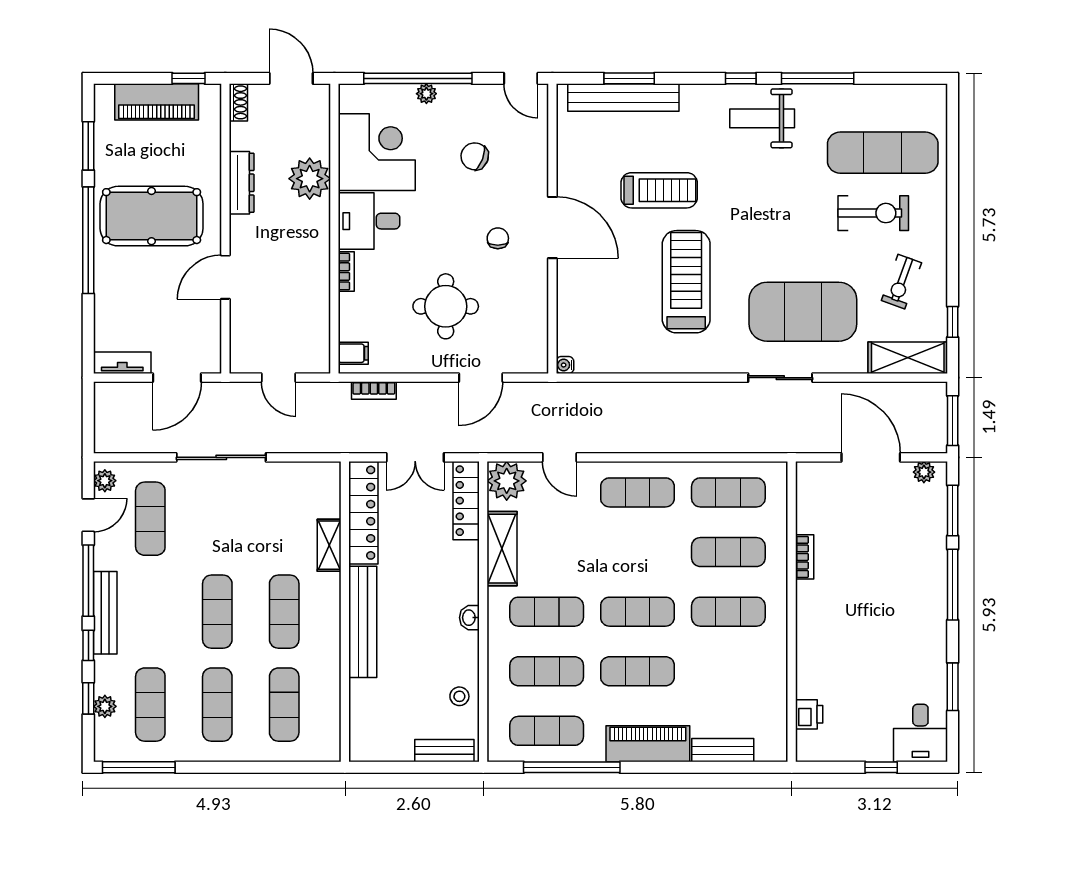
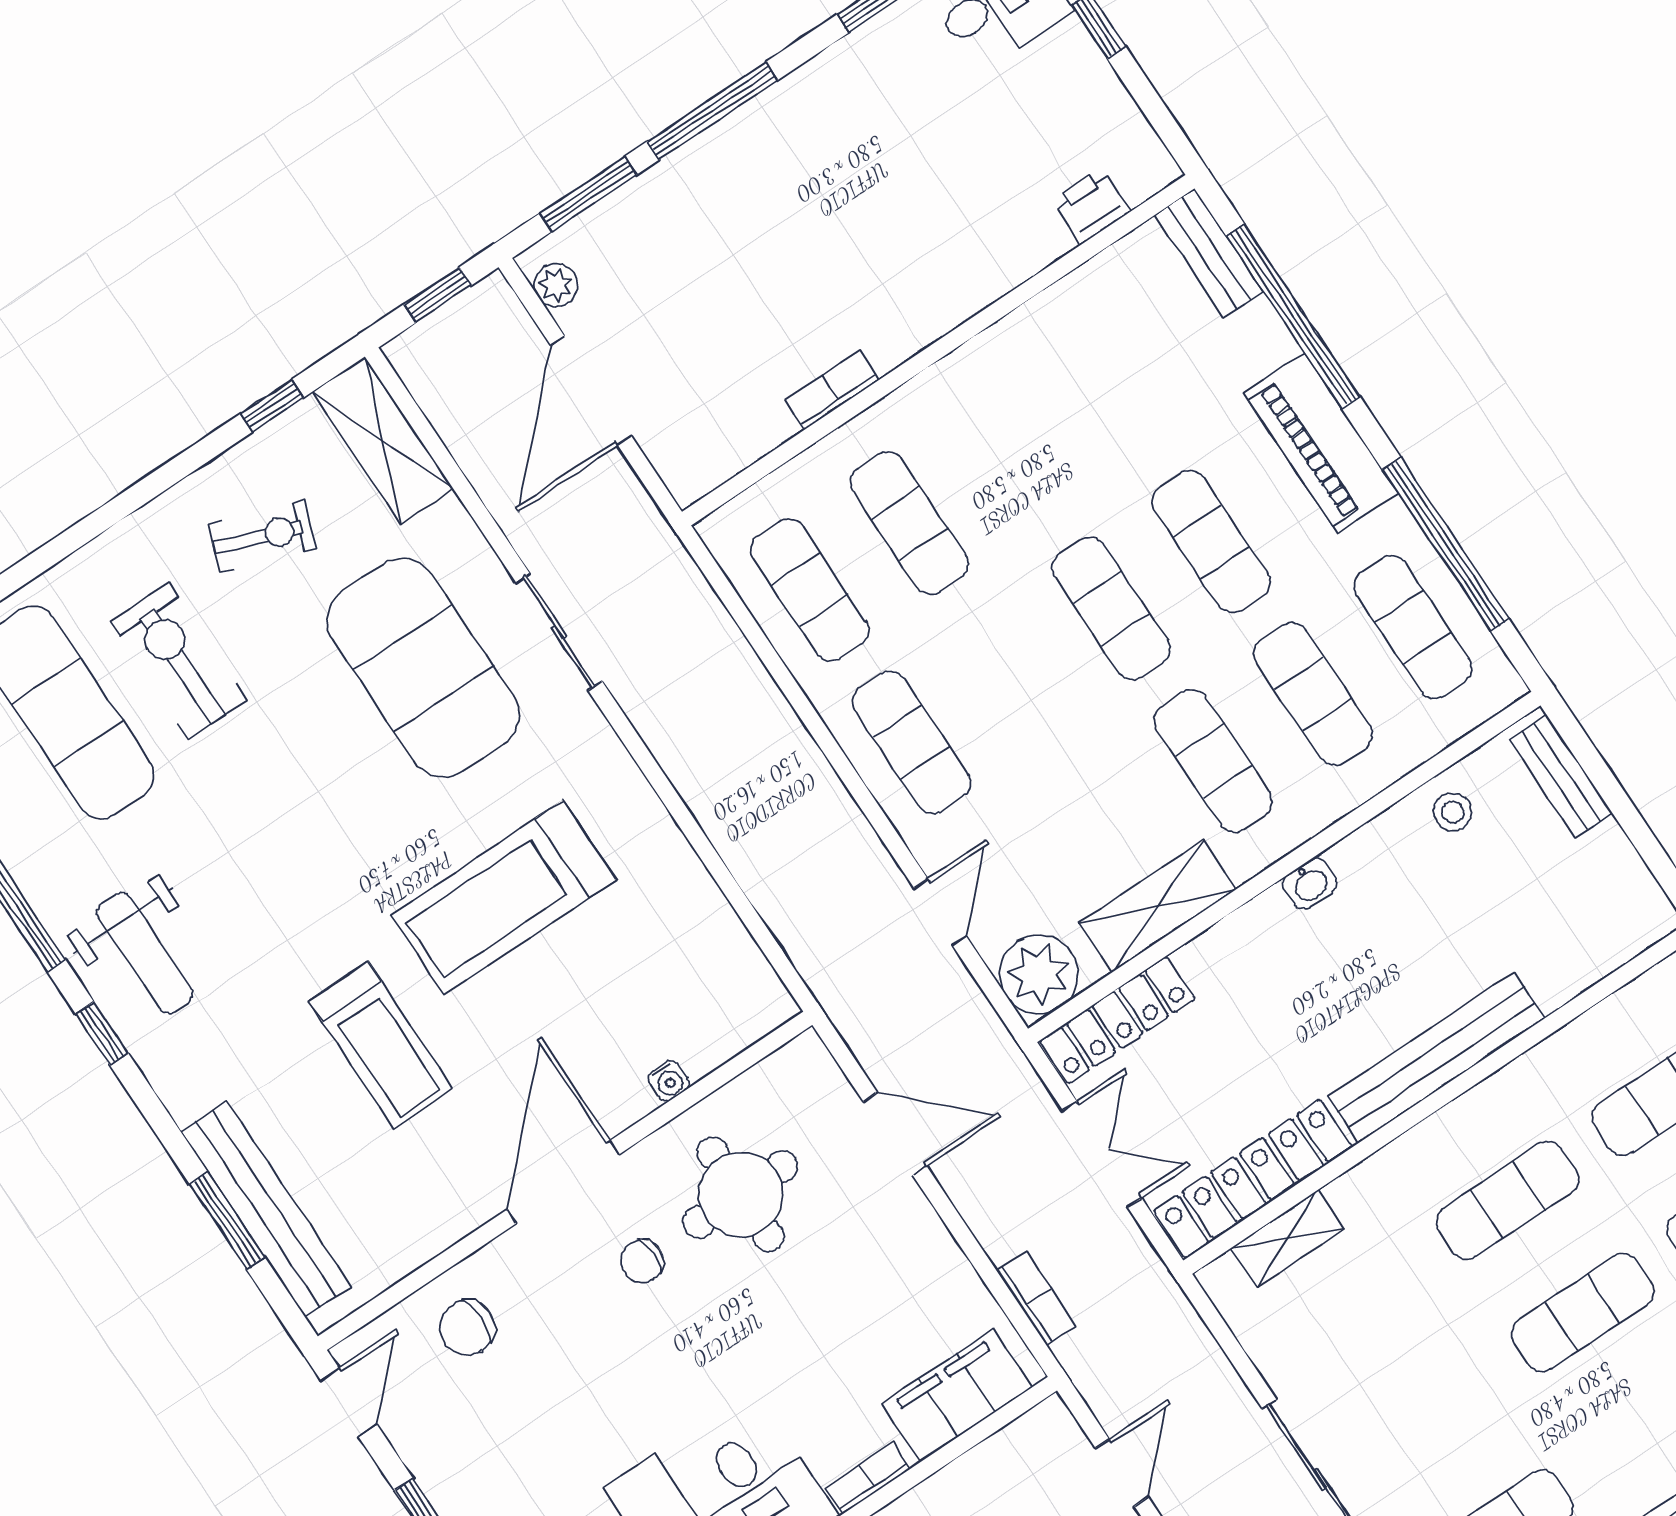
chair: (475, 156) -> (467, 1328), moved, turned 69
treadmill: (659, 190) -> (381, 1045), turned 180
round table: (446, 306) -> (741, 1194), moved
filing cabinet: (353, 353) -> (957, 1396), width x3.00, depth x1.17
water cooler: (565, 365) -> (669, 1081), moved
window: (953, 421) -> (438, 295), width x0.67
shelving: (329, 545) -> (1287, 1239), moved
exercise mat: (728, 612) -> (1009, 456), removed
bench: (723, 750) -> (1209, 253), moved
window: (708, 767) -> (1293, 316), added

